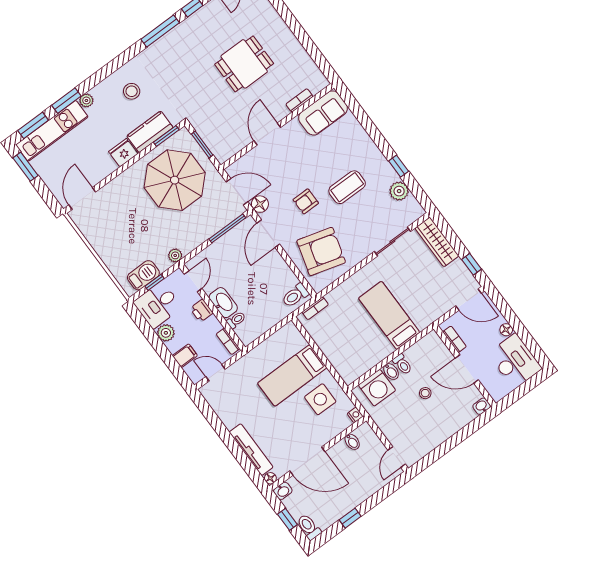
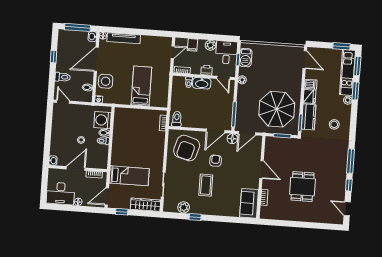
dishwasher: (107, 165) -> (311, 84), added
door: (268, 234) -> (216, 131), swing flipped
bed: (389, 315) -> (129, 176), moved
side table: (320, 399) -> (106, 81), moved
window: (287, 519) -> (78, 27), width x2.17
toilet: (309, 527) -> (63, 77), moved

